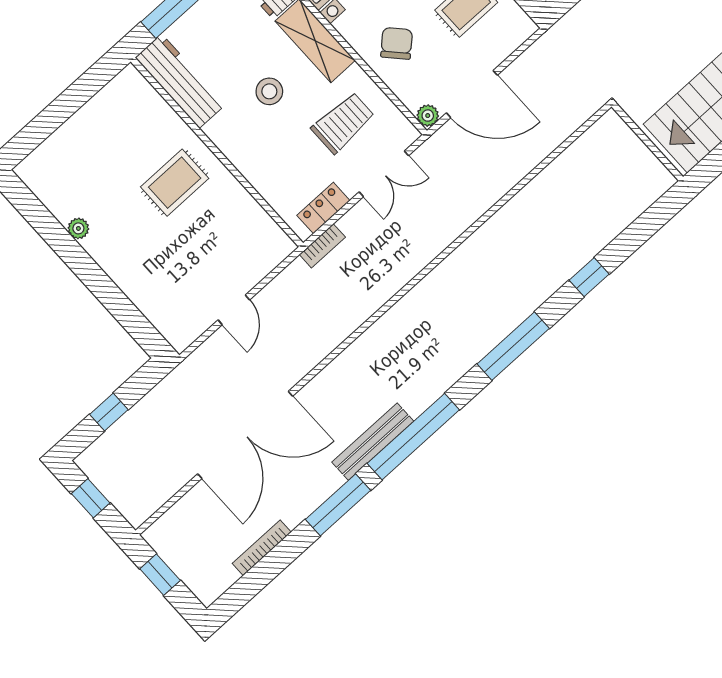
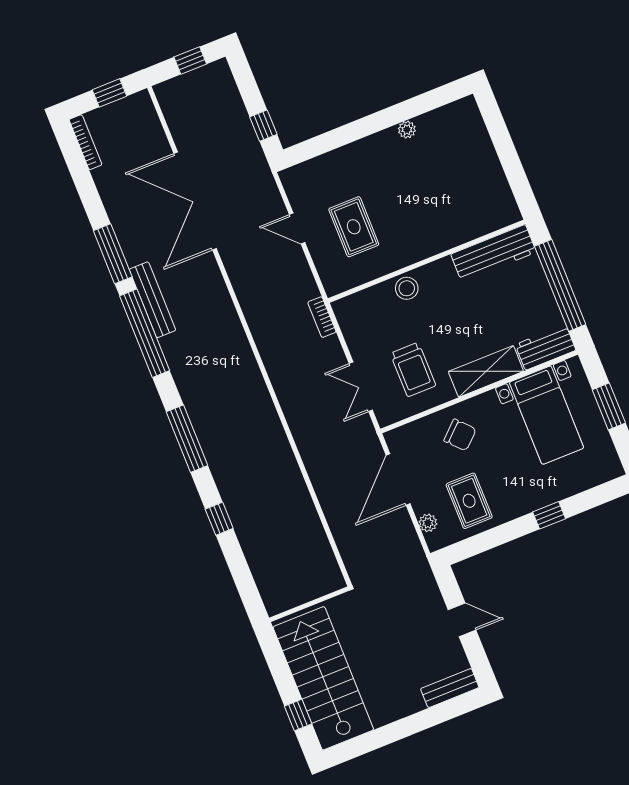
stool: (269, 91) -> (407, 288), moved
plant: (428, 116) -> (428, 523), moved
rug: (175, 183) -> (354, 227), moved
locker: (323, 208) -> (351, 329), removed
window: (109, 412) -> (263, 126), moved
bookcase: (262, 548) -> (85, 142), moved

